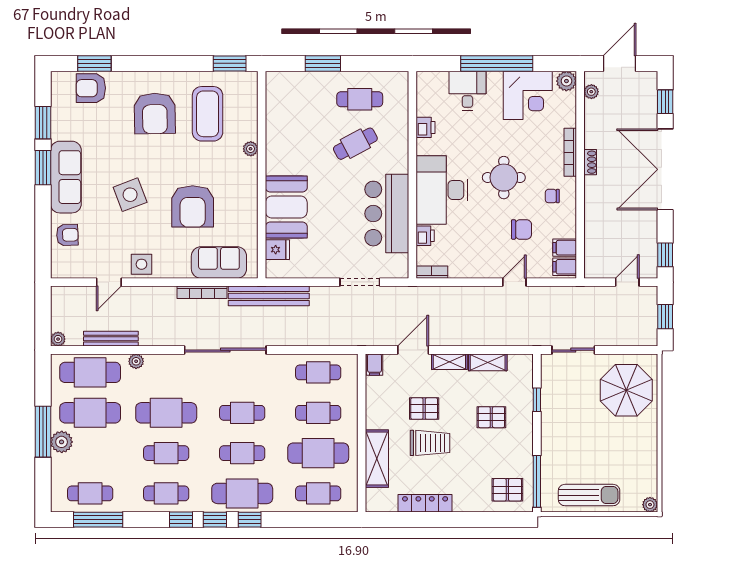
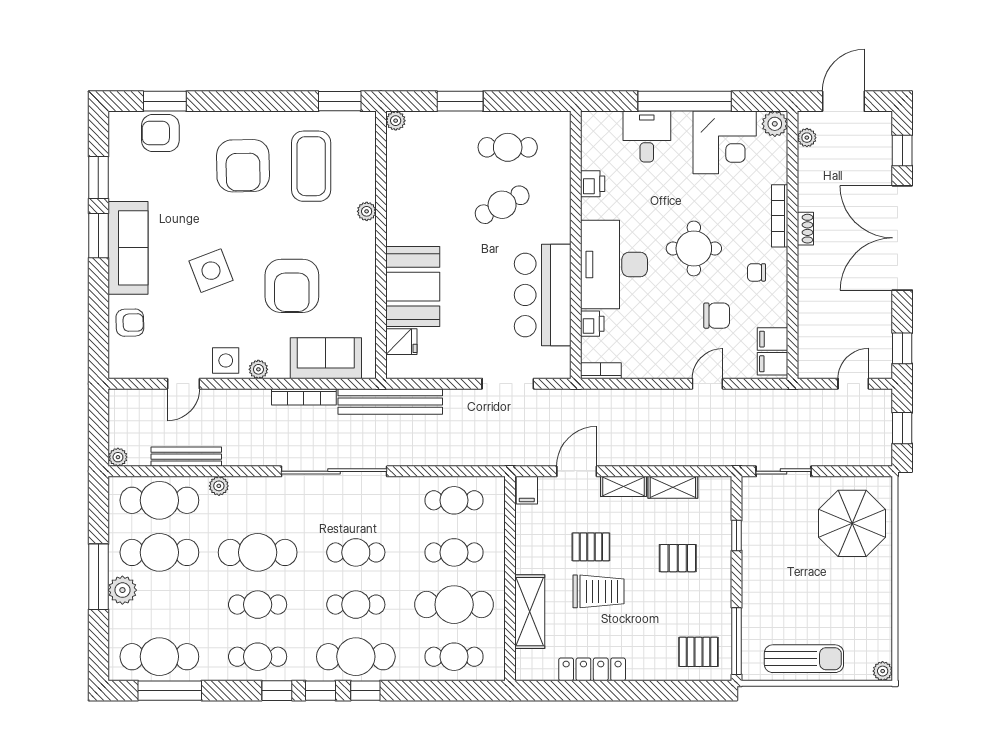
plant: (273, 79) -> (396, 121), added
plant: (167, 271) -> (258, 369), added
cafe table: (90, 493) -> (159, 657), width x1.37, depth x1.35

